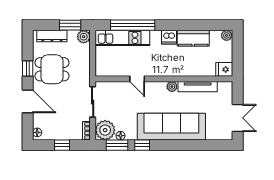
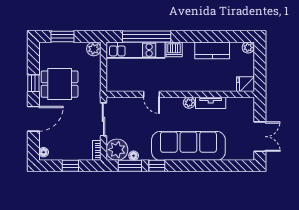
window: (70, 25) -> (63, 36), moved
dresser: (52, 36) -> (60, 48), removed
dishwasher: (169, 37) -> (174, 49), moved
tv unit: (198, 87) -> (211, 103), width x0.71
door: (28, 101) -> (33, 119), hinge flipped

